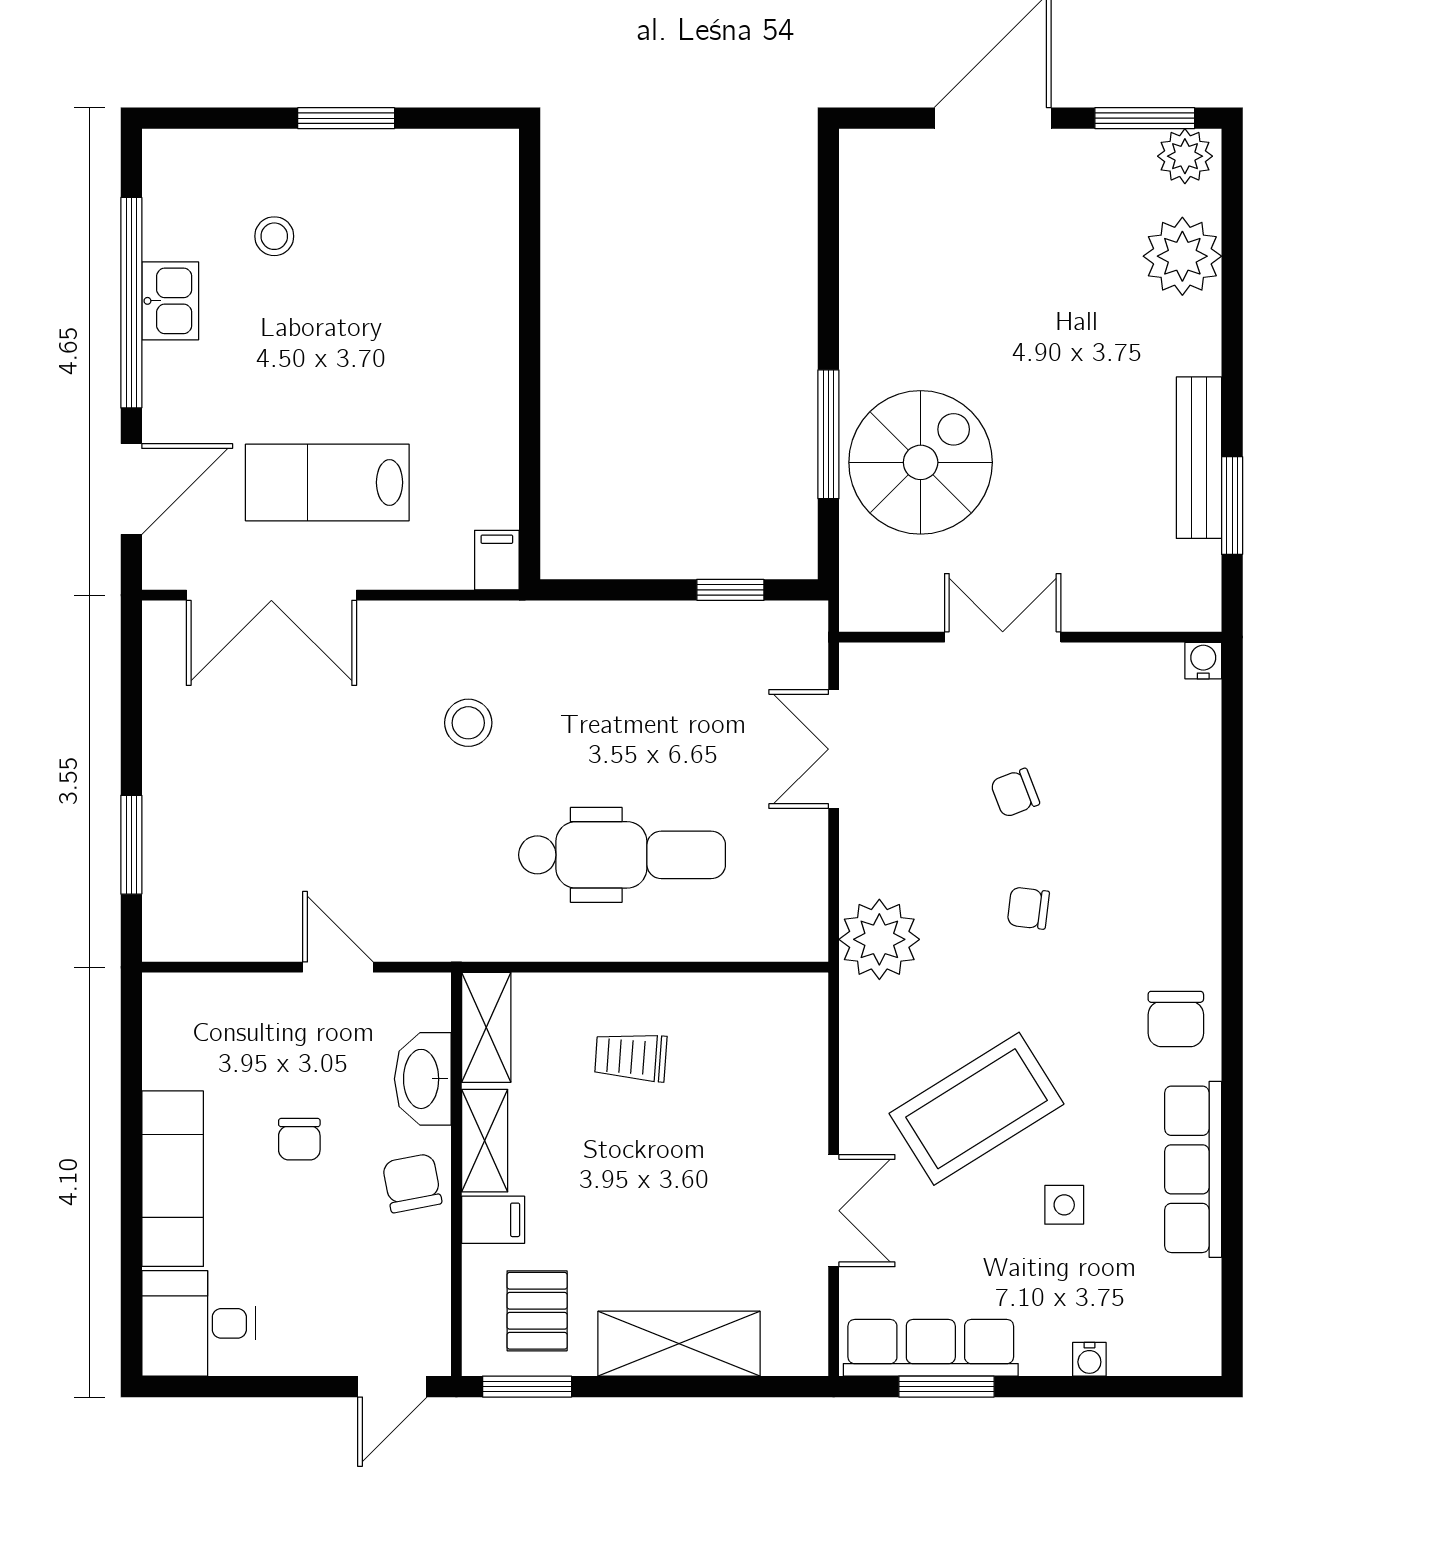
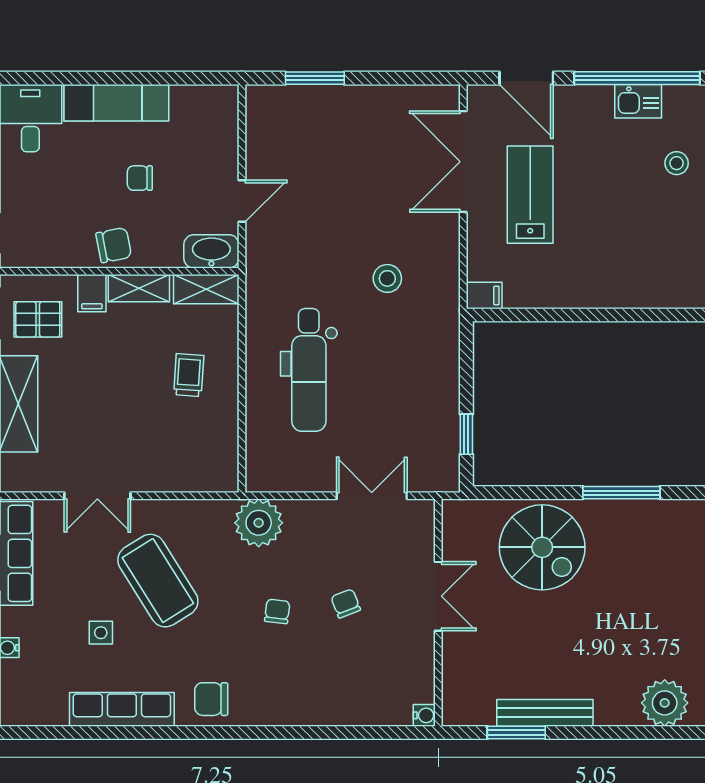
window: (828, 434) -> (621, 493), moved
washbasin: (423, 1079) -> (211, 251), moved

